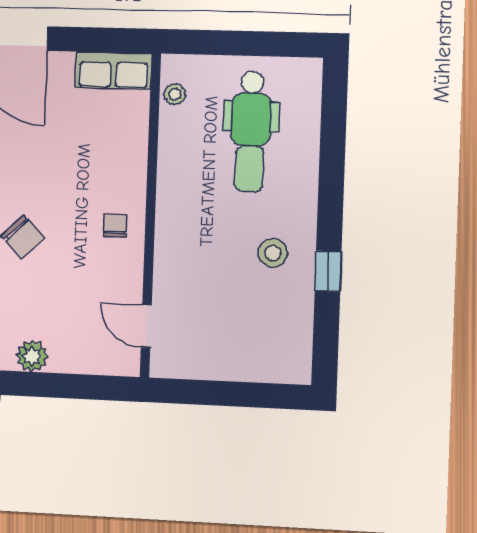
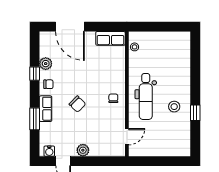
dental chair: (251, 131) -> (146, 97), moved
door: (146, 326) -> (127, 137), swing flipped

